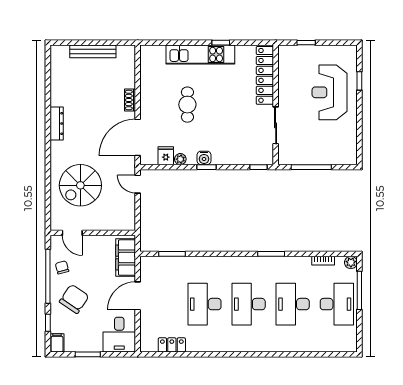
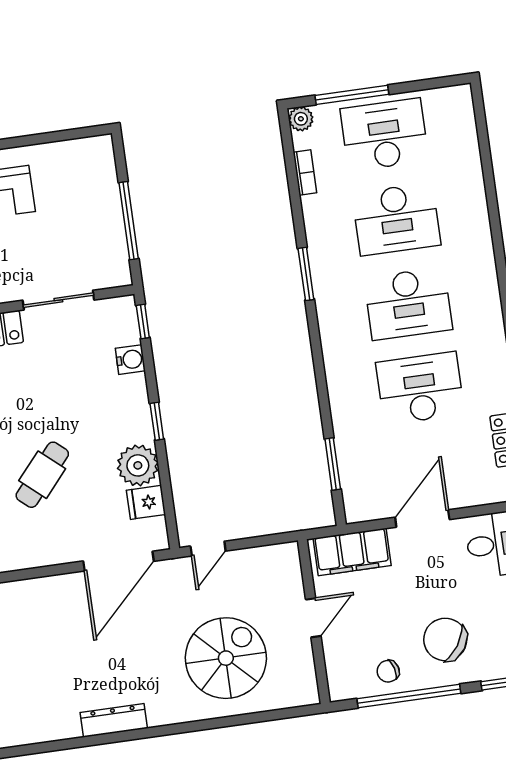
shoe rack: (130, 100) -> (49, 586), removed
cafe table: (187, 105) -> (42, 475), turned -49
door: (138, 137) -> (118, 561), hinge flipped
water cooler: (204, 158) -> (130, 360), moved
plant: (180, 159) -> (138, 465), width x1.87, depth x1.87
spiral stairs: (80, 185) -> (226, 658), turned -90
door: (72, 233) -> (313, 618), moved
door: (138, 296) -> (422, 518), swing flipped
desk: (204, 304) -> (420, 388), turned 180

